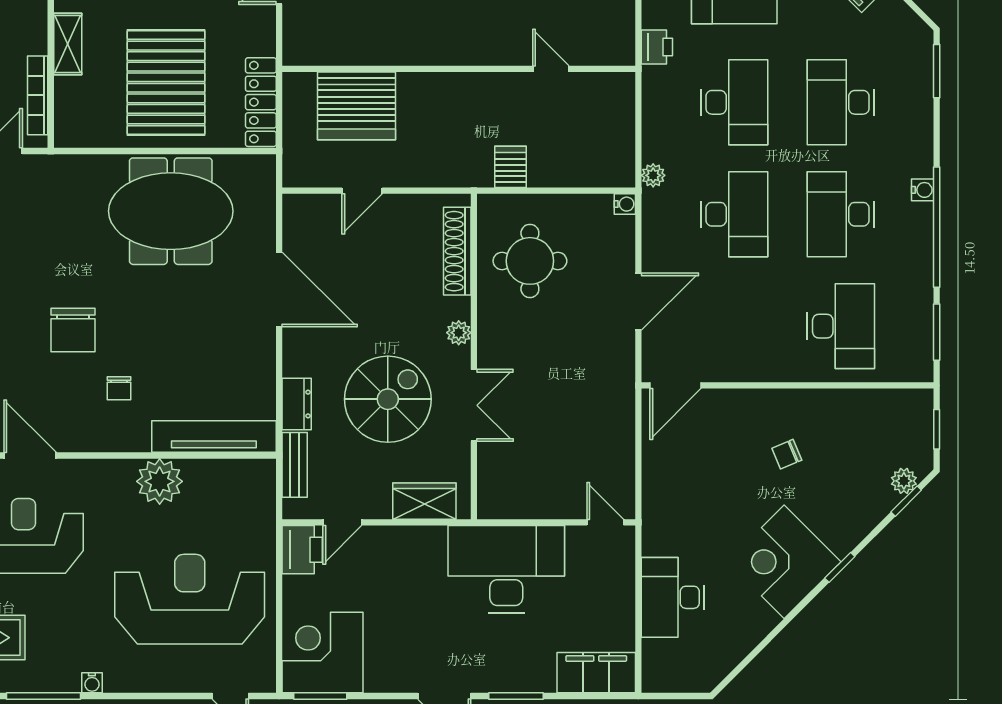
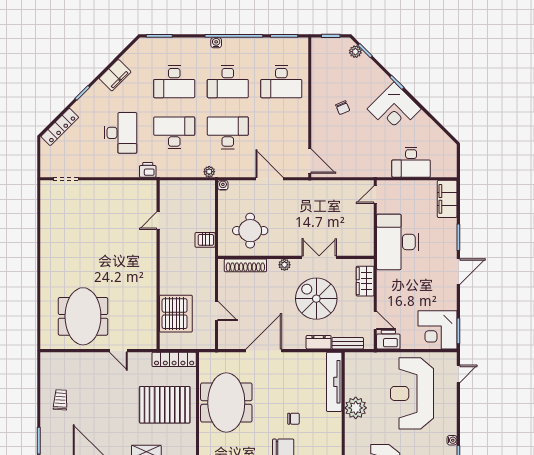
desk: (841, 326) -> (281, 82), turned 180
chair: (119, 388) -> (294, 419), moved

